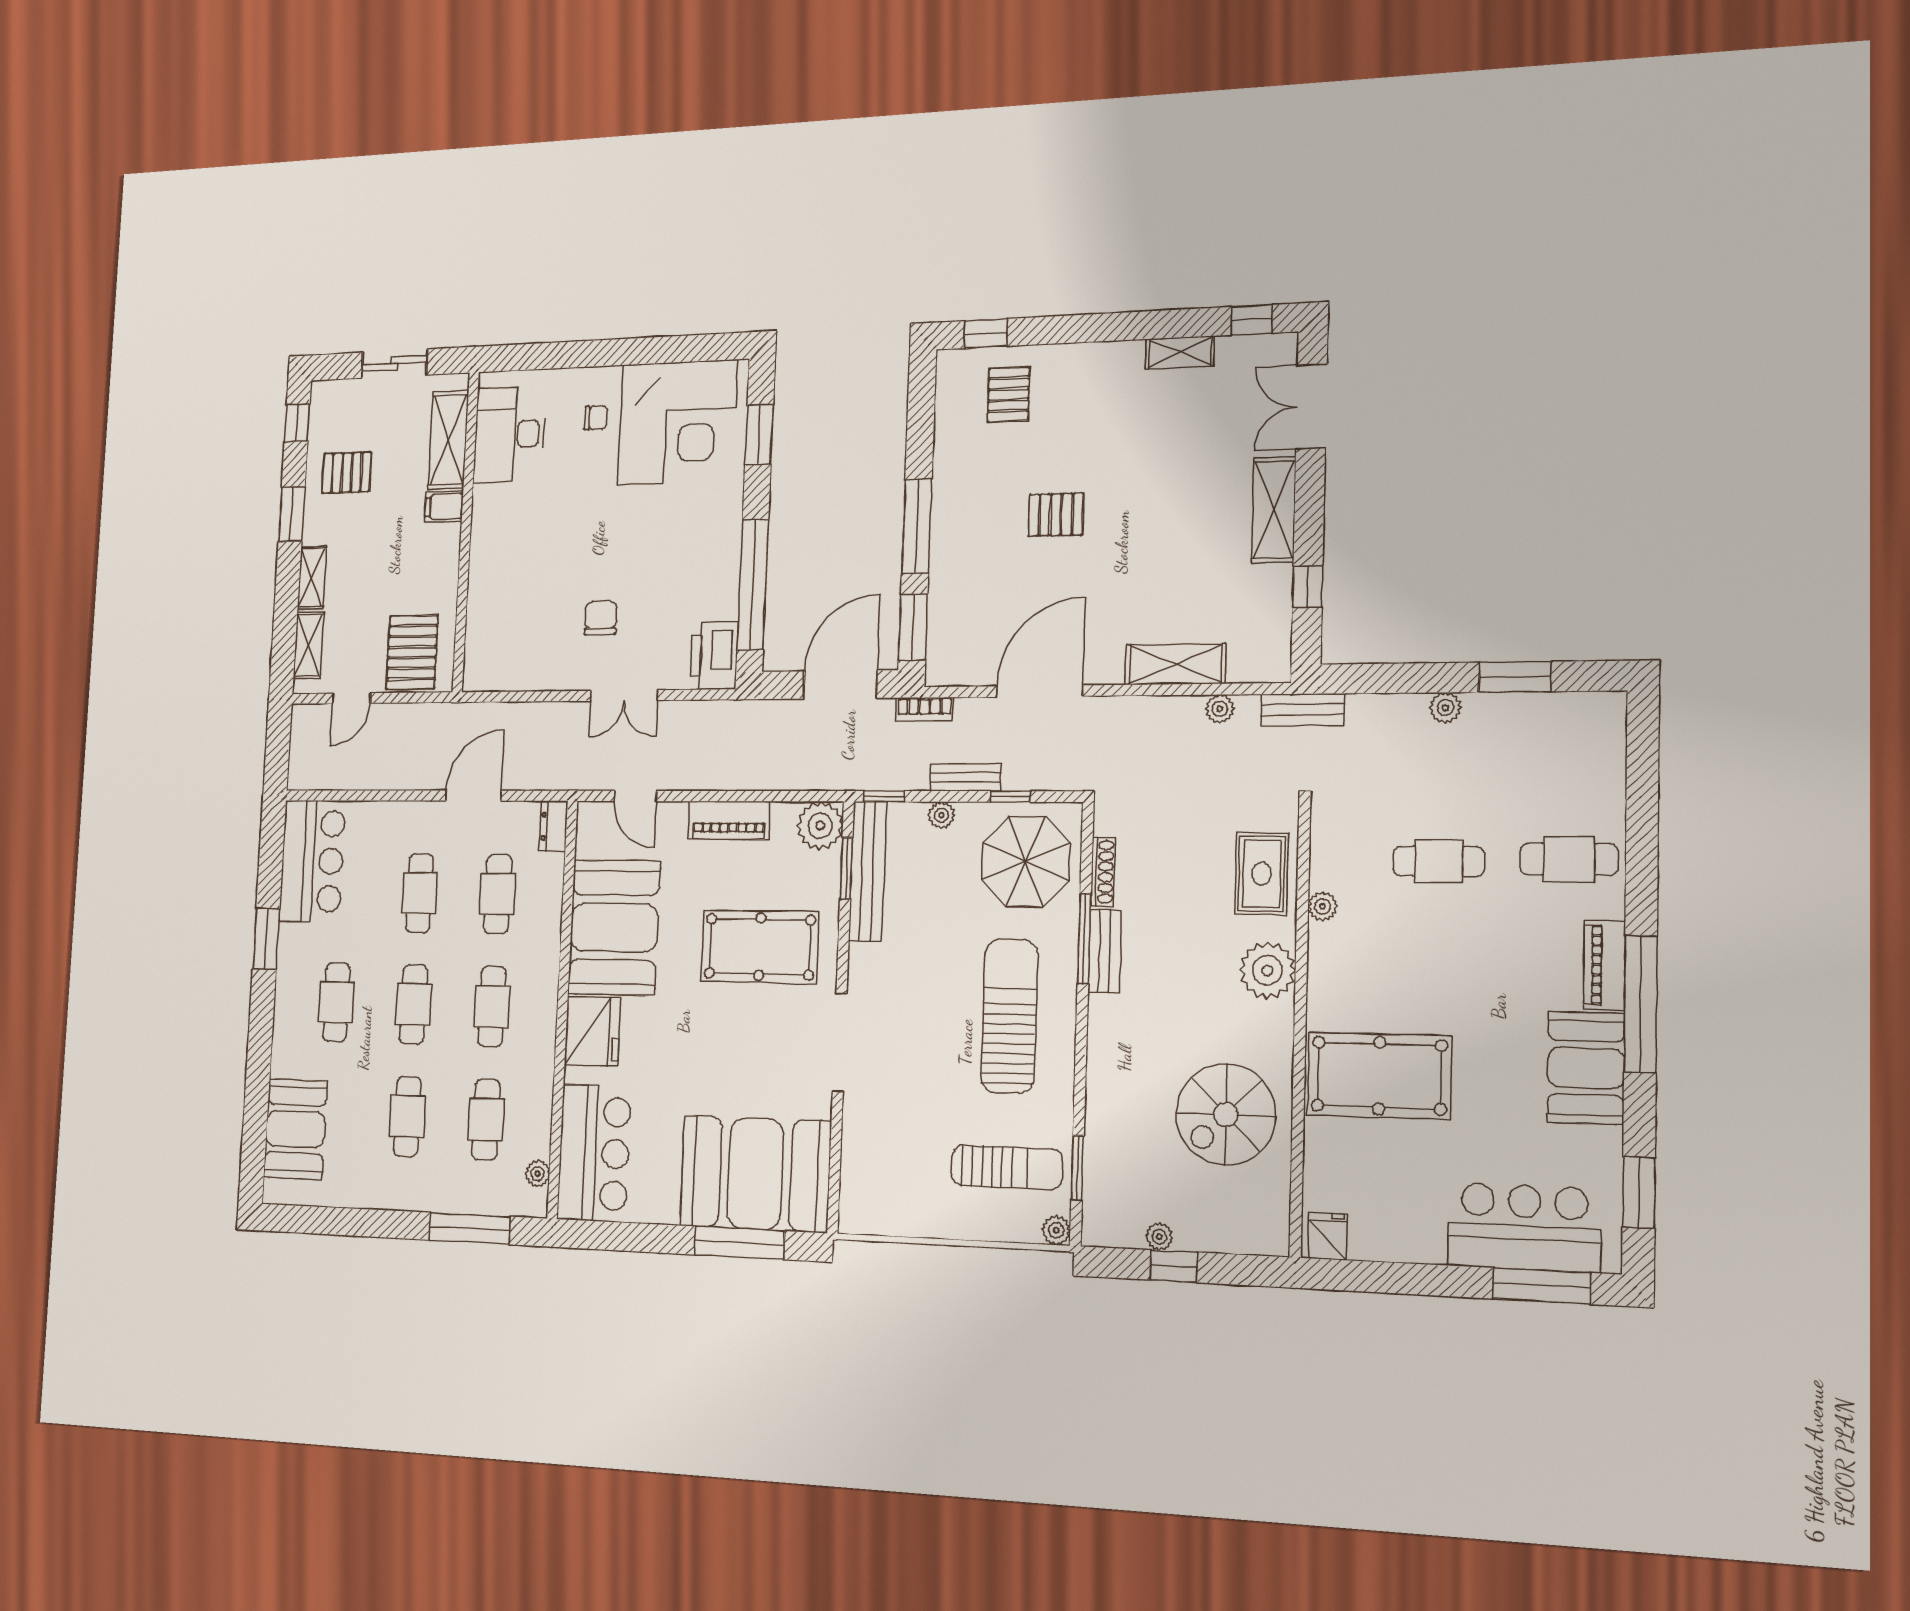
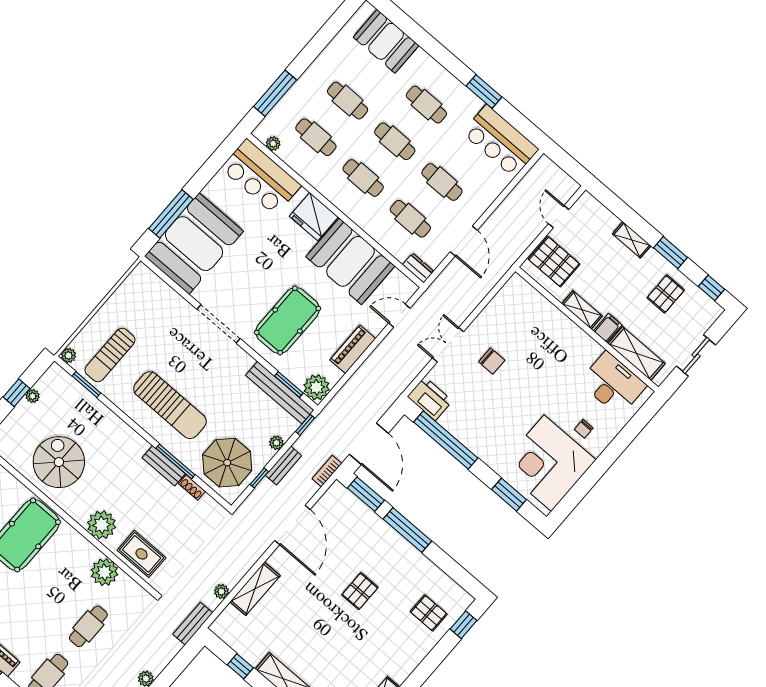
shelving: (309, 645) -> (582, 310), moved
shoe rack: (1103, 872) -> (192, 487), width x0.70
plant: (1323, 906) -> (104, 572), width x1.87, depth x1.87

